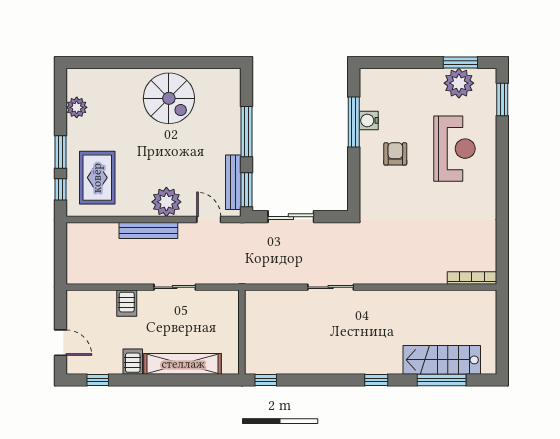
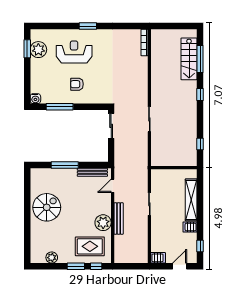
window: (502, 99) -> (88, 26), moved
water cooler: (369, 120) -> (35, 99), moved
window: (247, 190) -> (96, 165), removed
plant: (166, 202) -> (103, 223), moved
sliding door: (291, 217) -> (111, 126), moved
server rack: (127, 303) -> (158, 258), moved
window: (266, 380) -> (200, 144), moved

